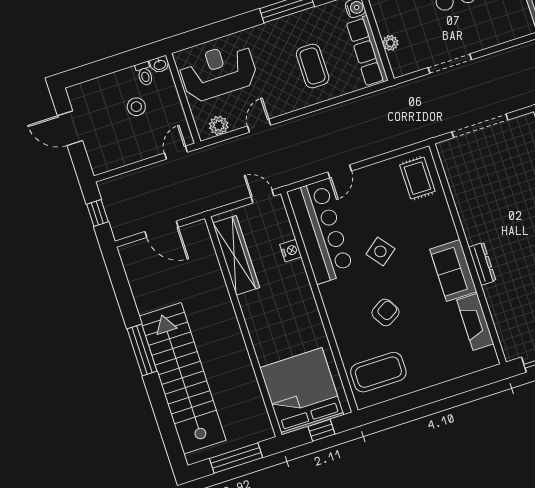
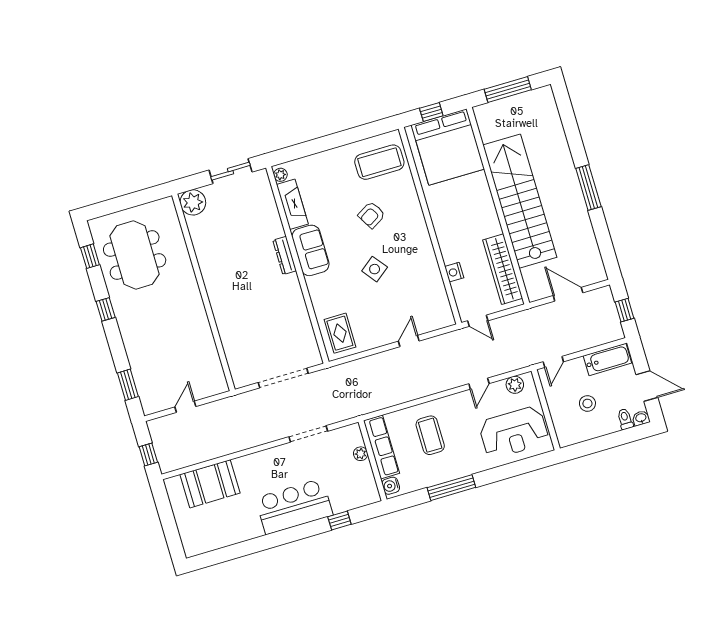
washbasin: (160, 65) -> (641, 418), moved
toilet: (144, 74) -> (625, 419), moved
bathtub: (115, 157) -> (607, 359), added
bar counter: (321, 232) -> (427, 288), removed
plant: (489, 355) -> (280, 175), added
stairs: (182, 378) -> (520, 201), moved, turned 180

